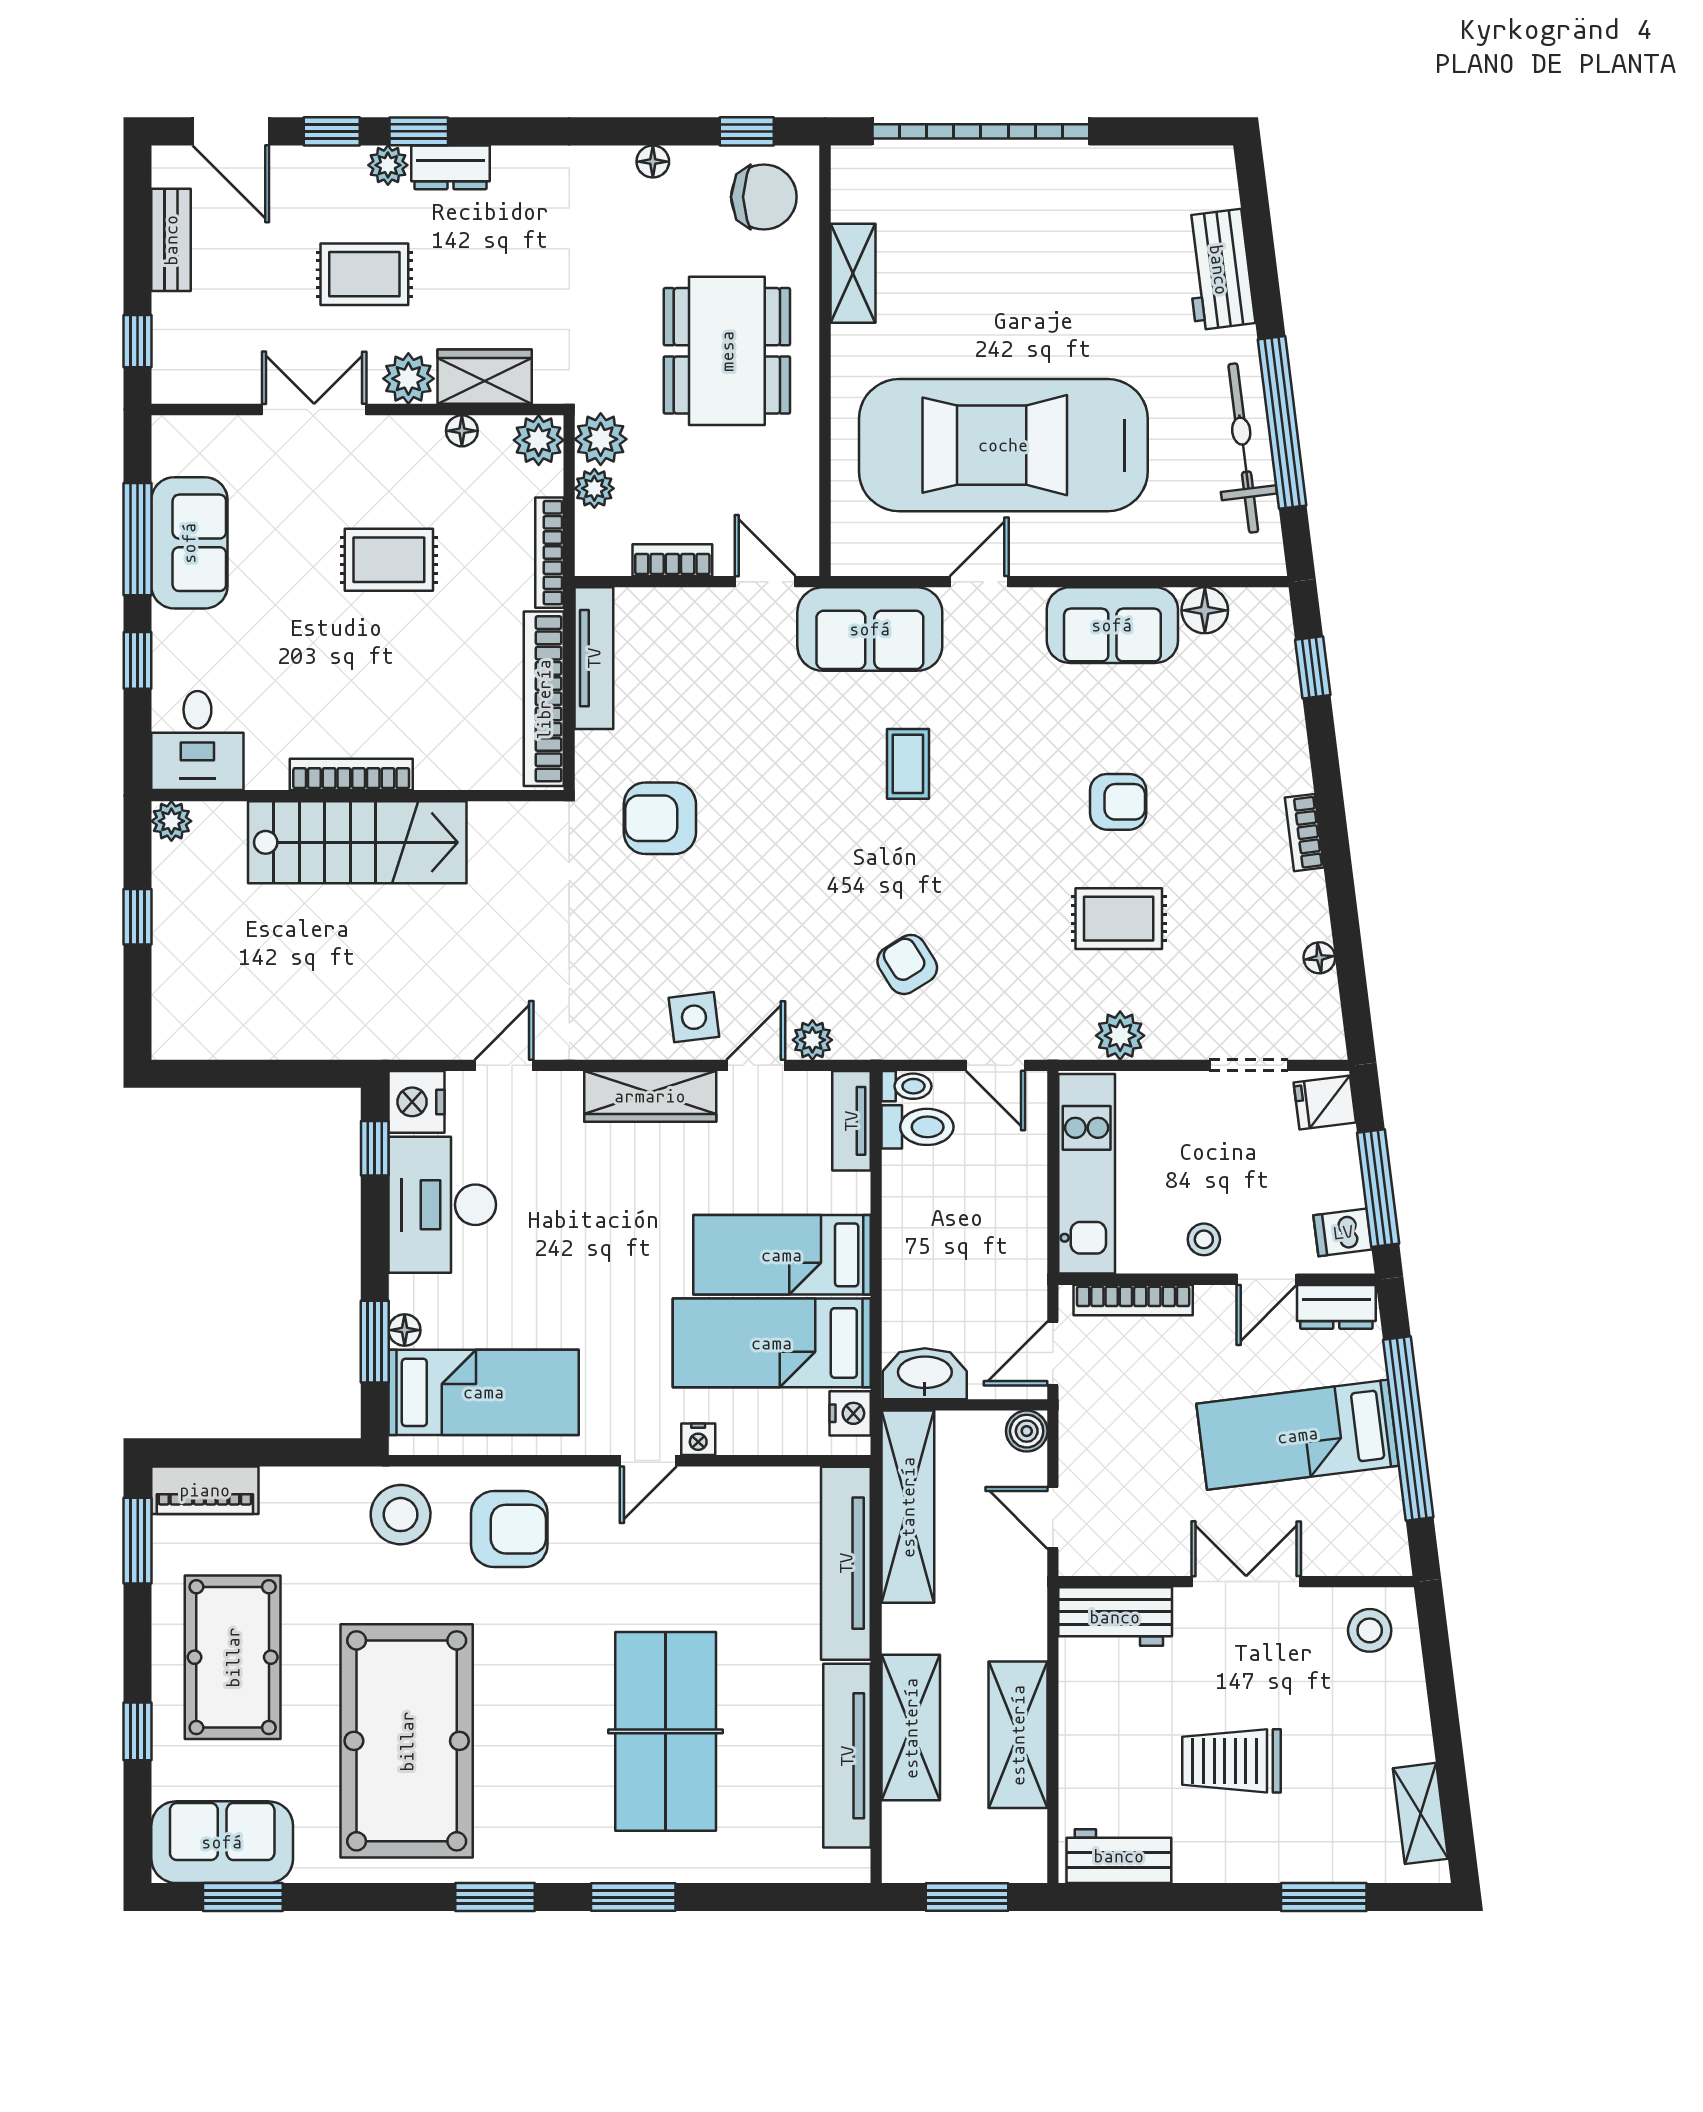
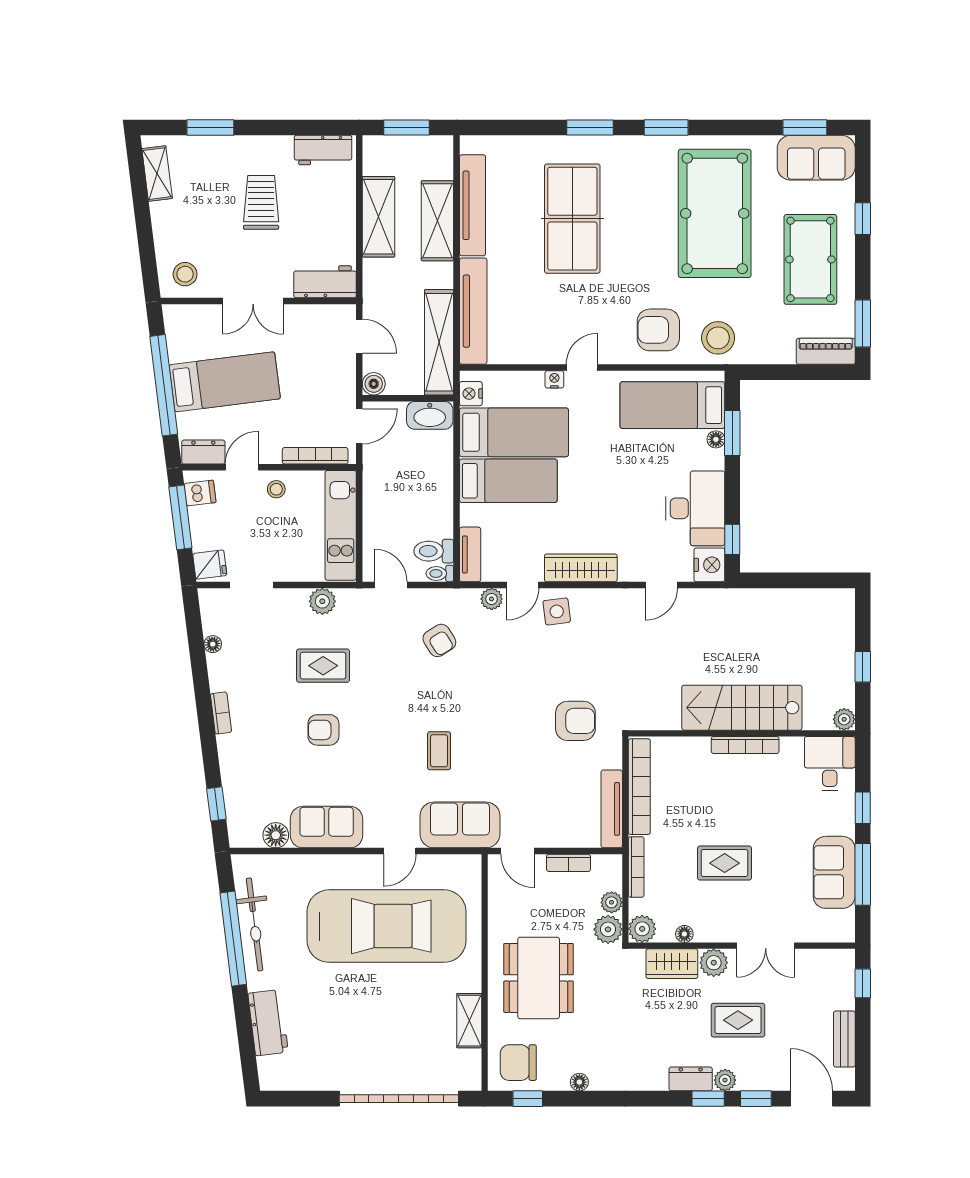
trolley: (1232, 1761) -> (261, 202), turned -90

